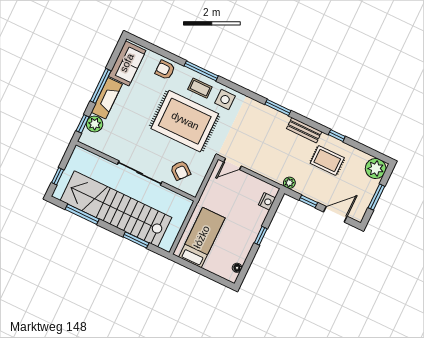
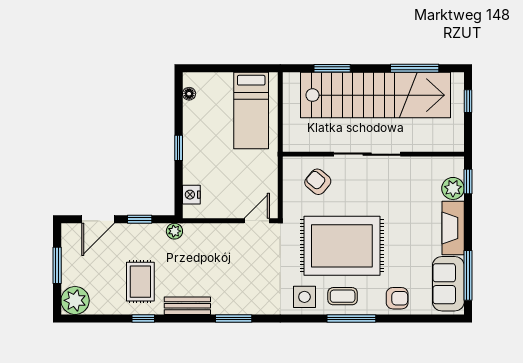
window: (101, 86) -> (468, 275), moved
rug: (327, 160) -> (140, 282), turned 90

